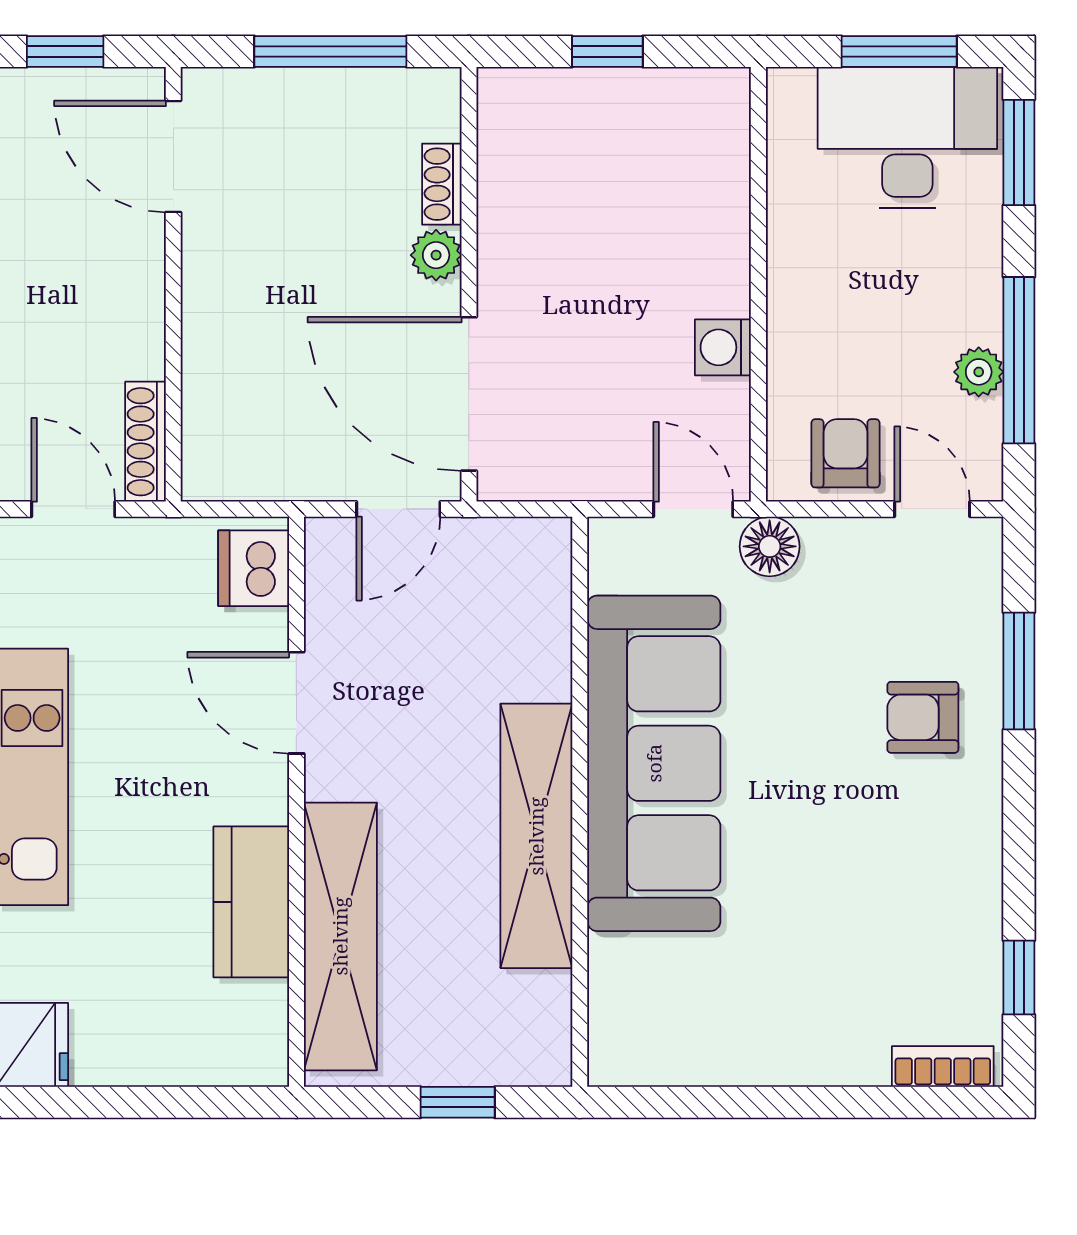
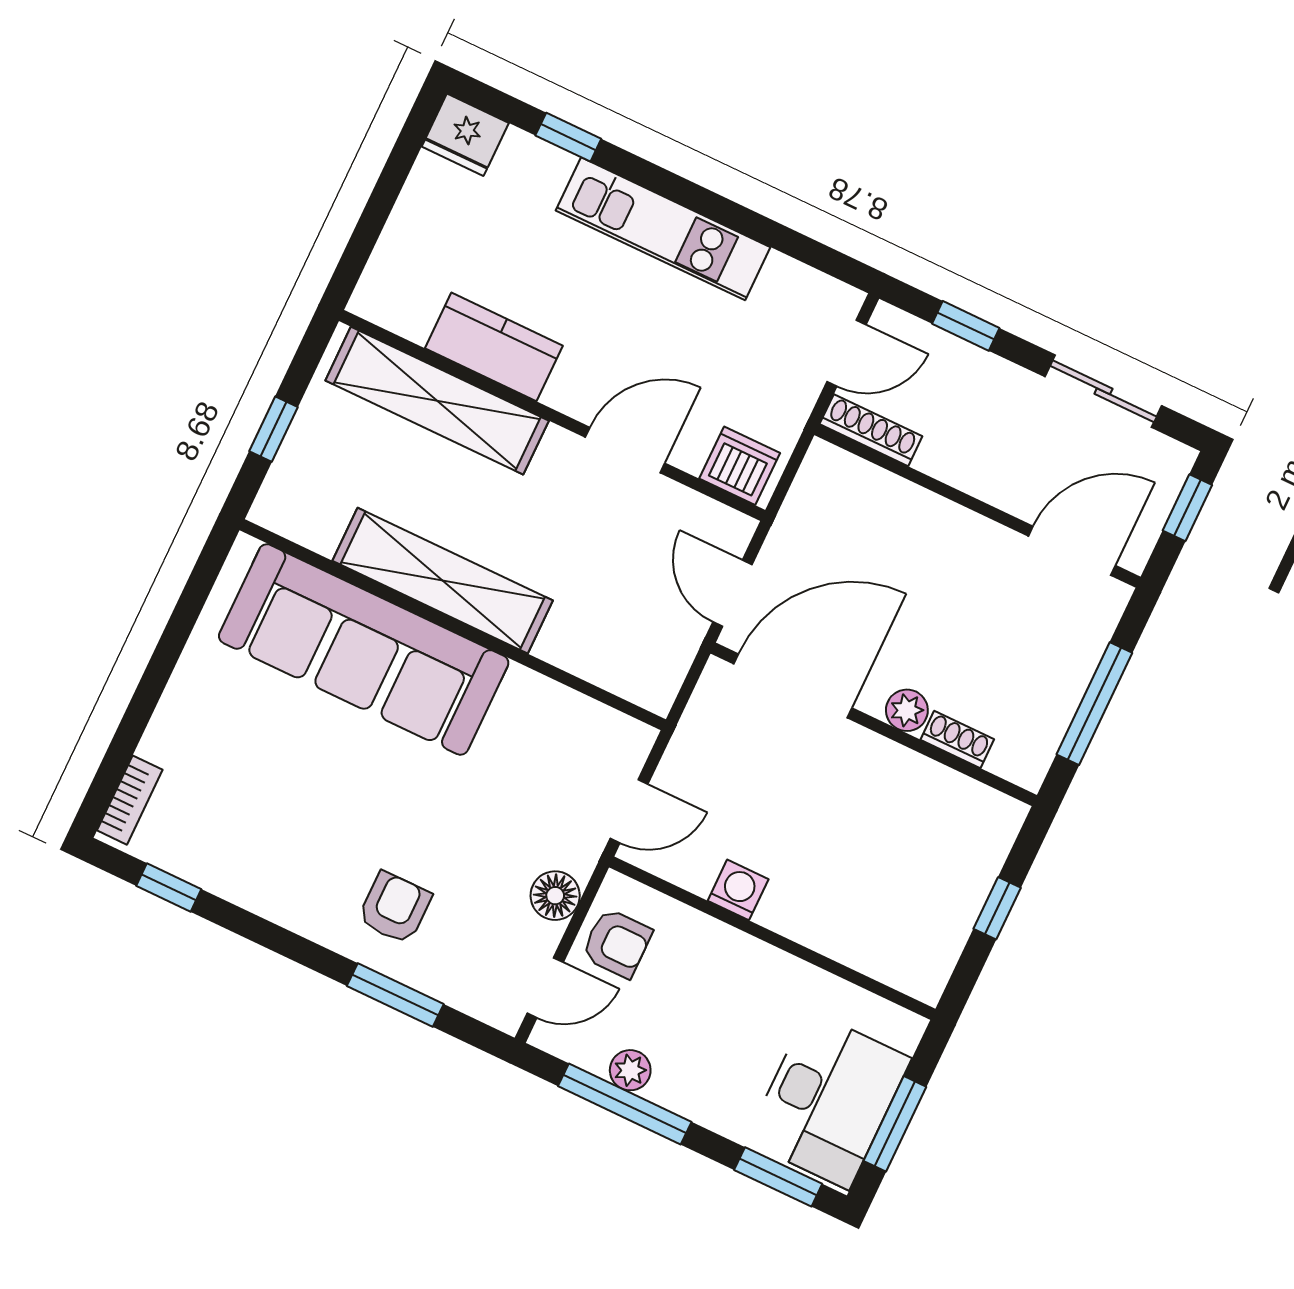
floor lamp: (770, 546) -> (555, 896), moved
sofa: (654, 763) -> (364, 649), moved

